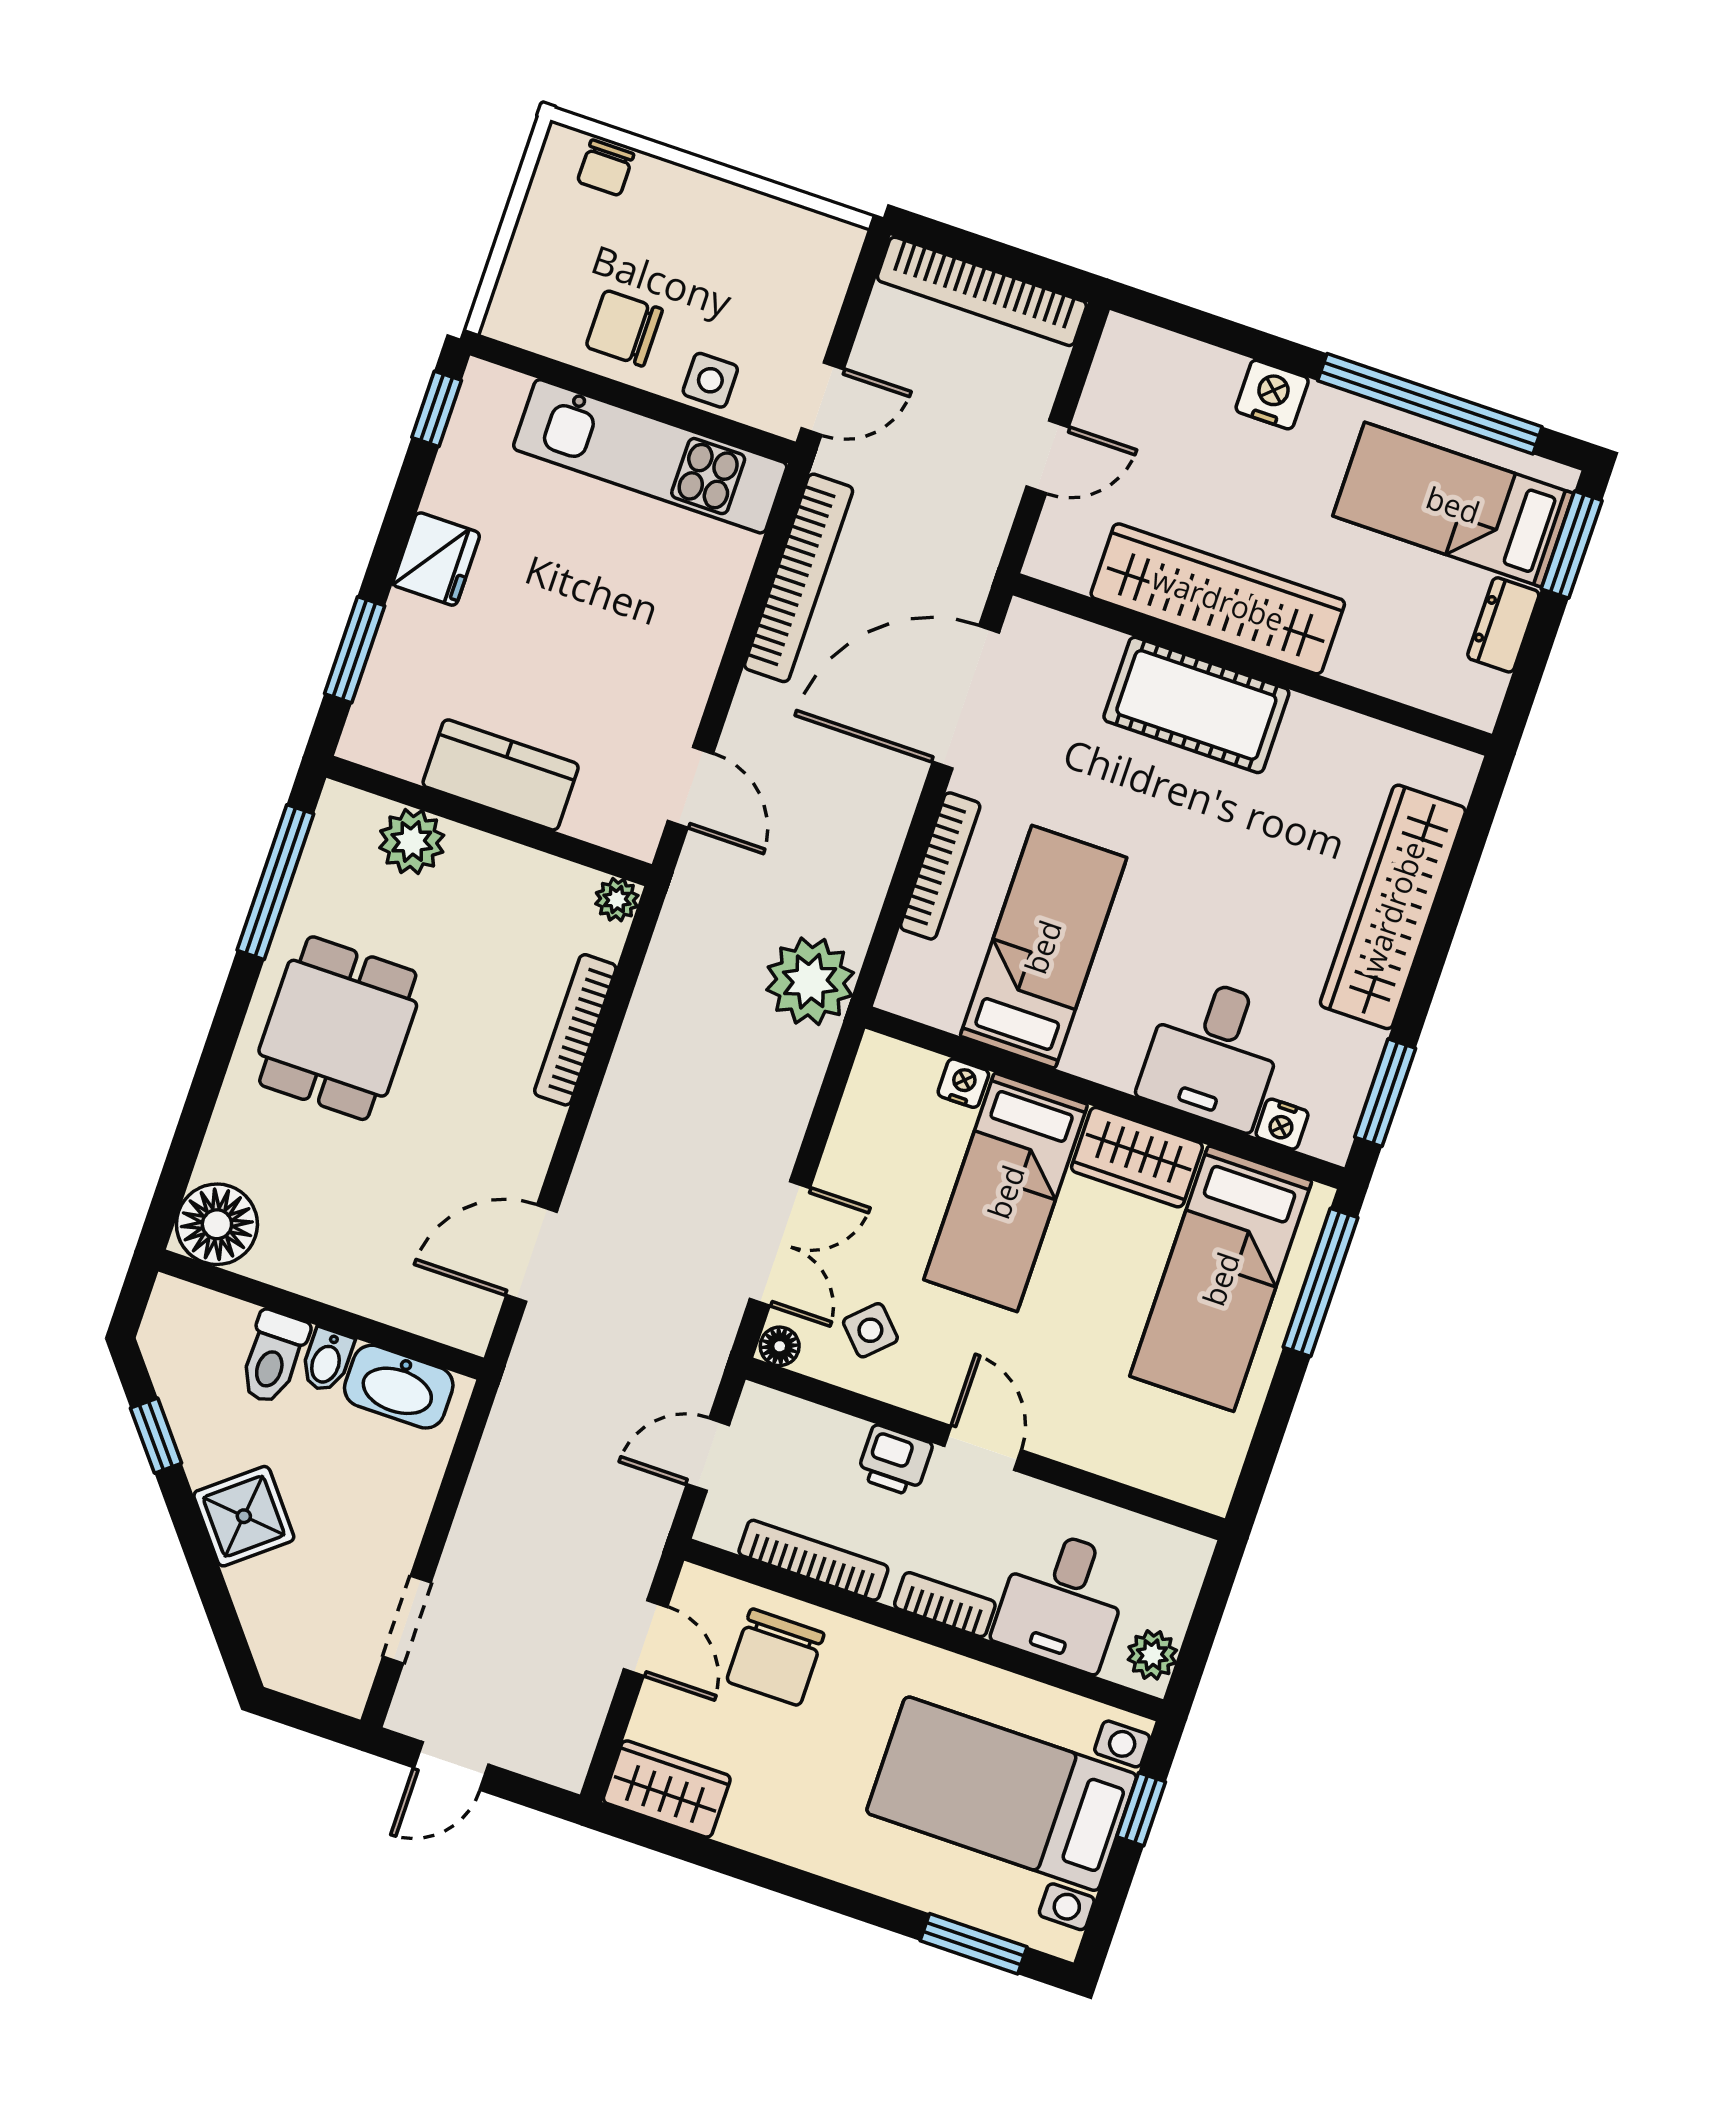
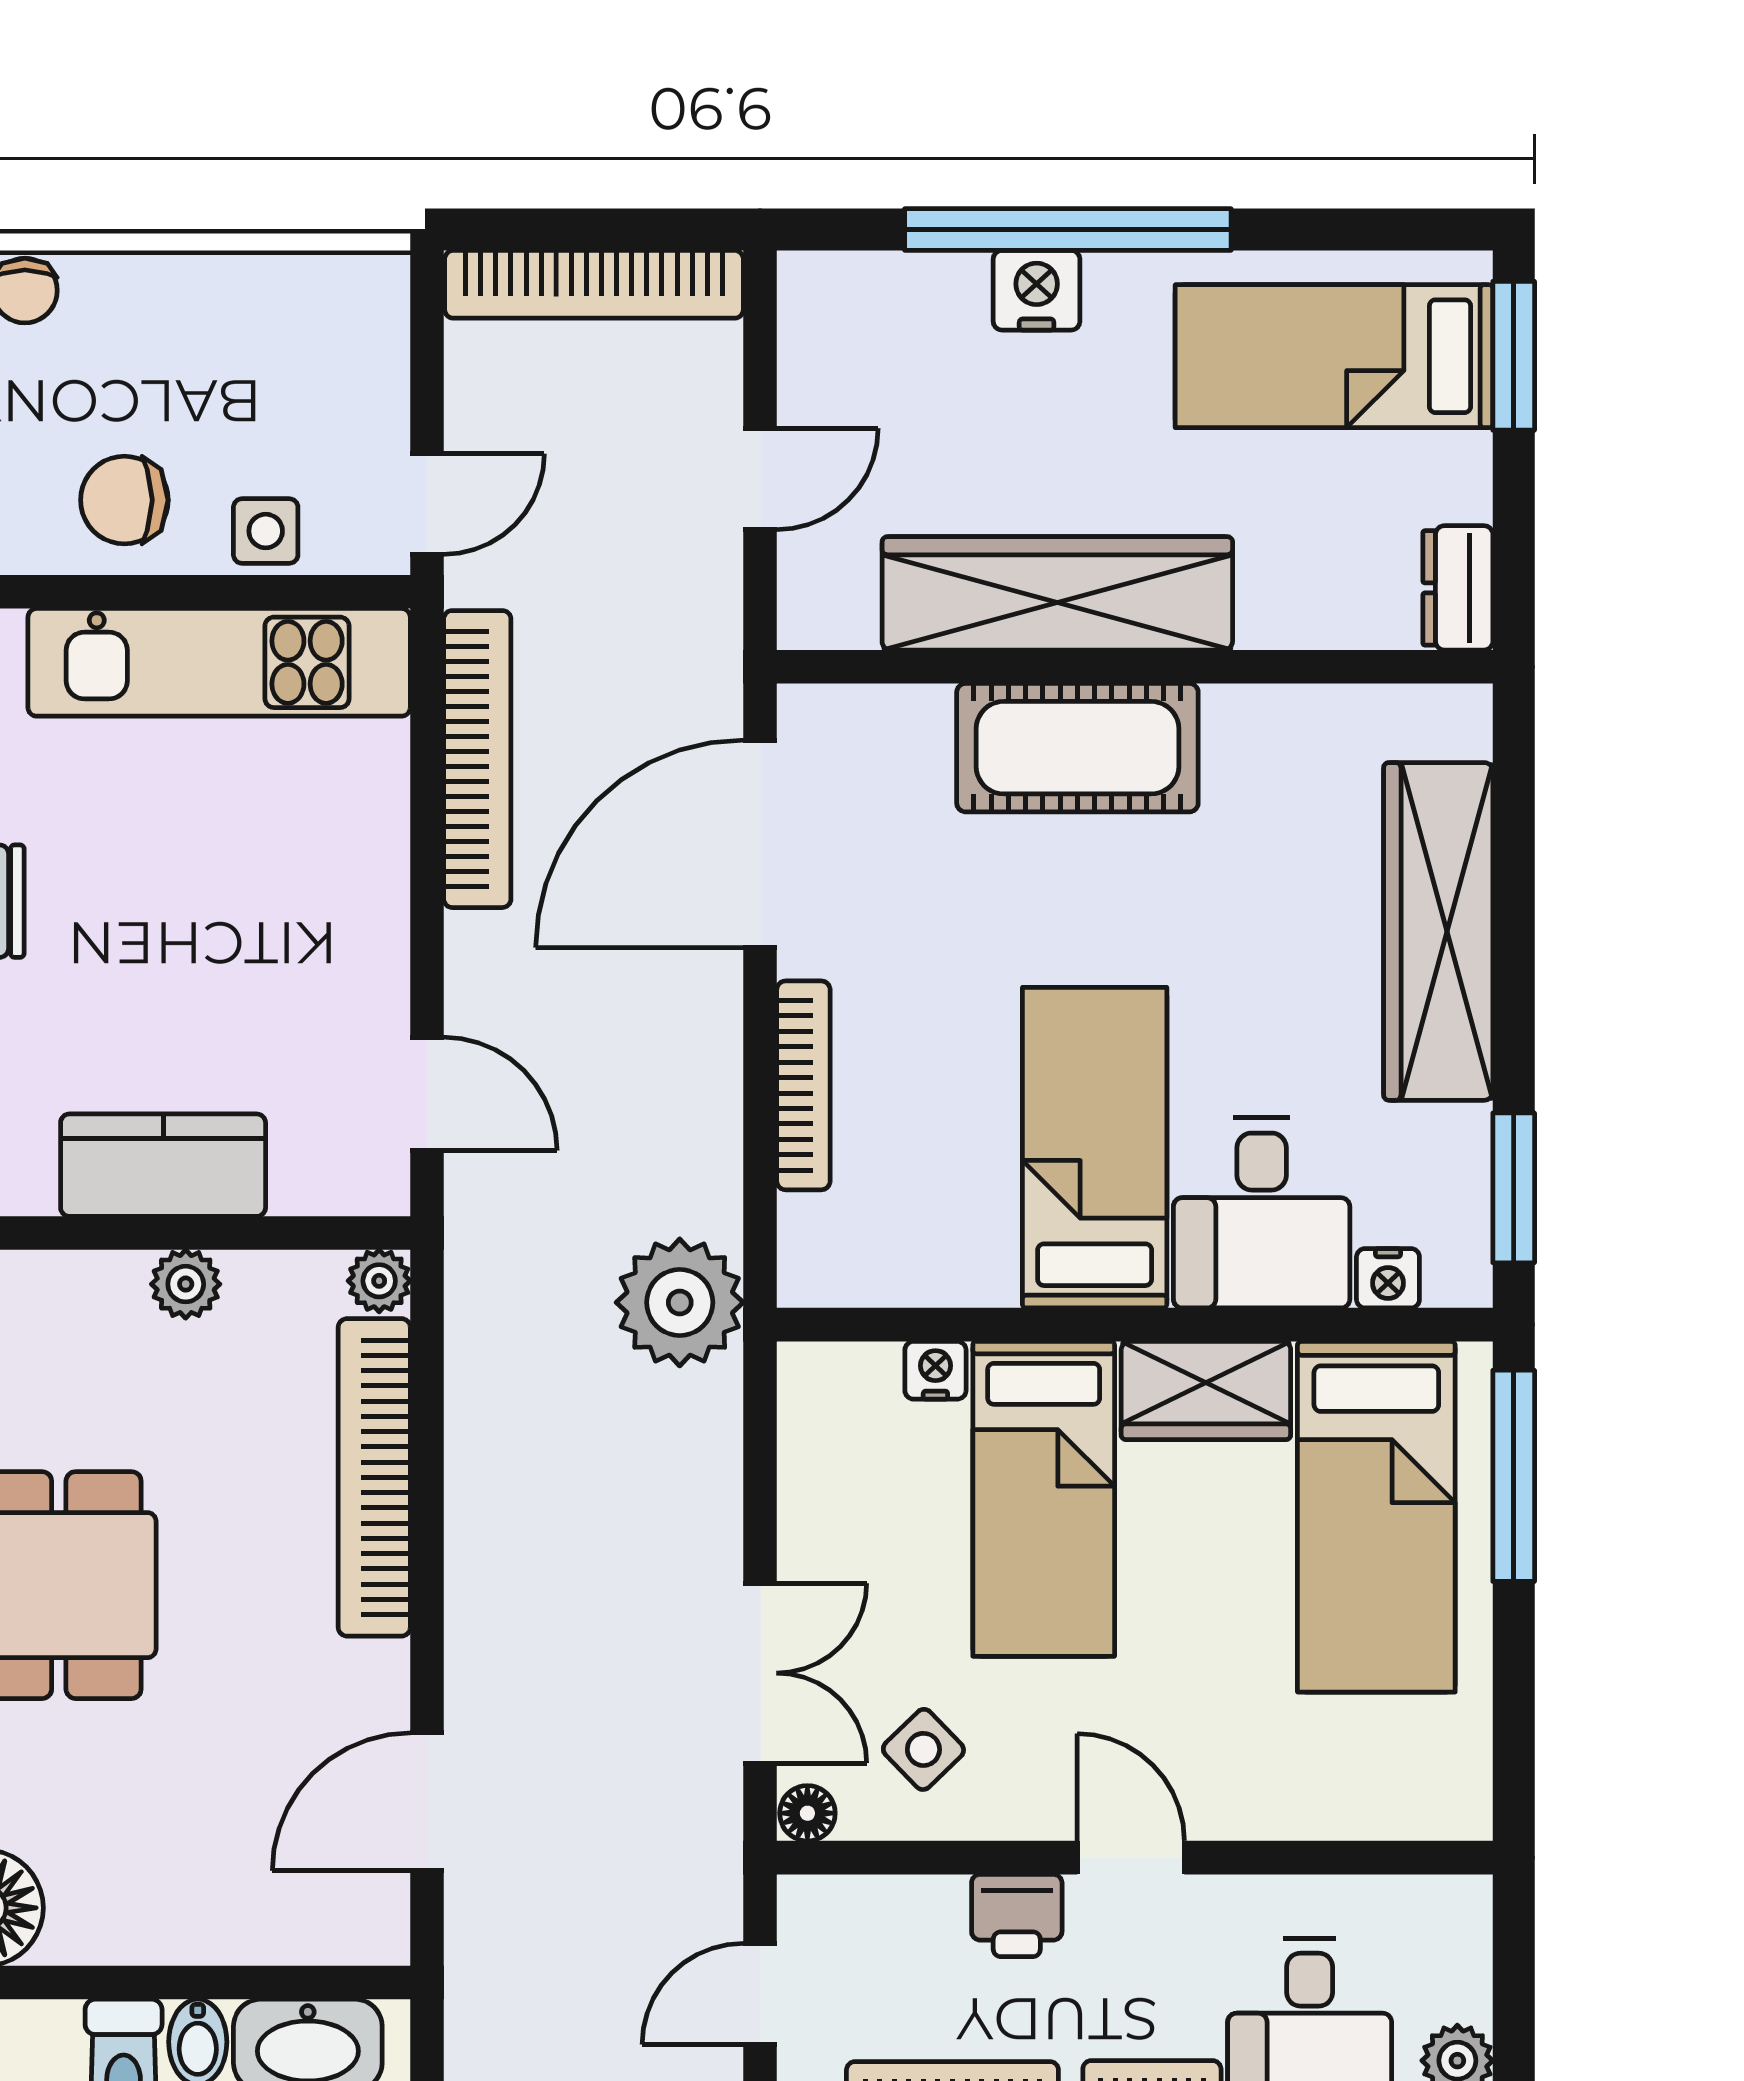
window: (1430, 404) -> (1068, 230), moved
dresser: (1503, 625) -> (1458, 588), moved
plant: (412, 842) -> (186, 1284), moved, width x0.73, depth x0.73
bed: (1043, 947) -> (1095, 1148), moved
bookcase: (575, 1030) -> (374, 1477), width x1.48, depth x1.31

